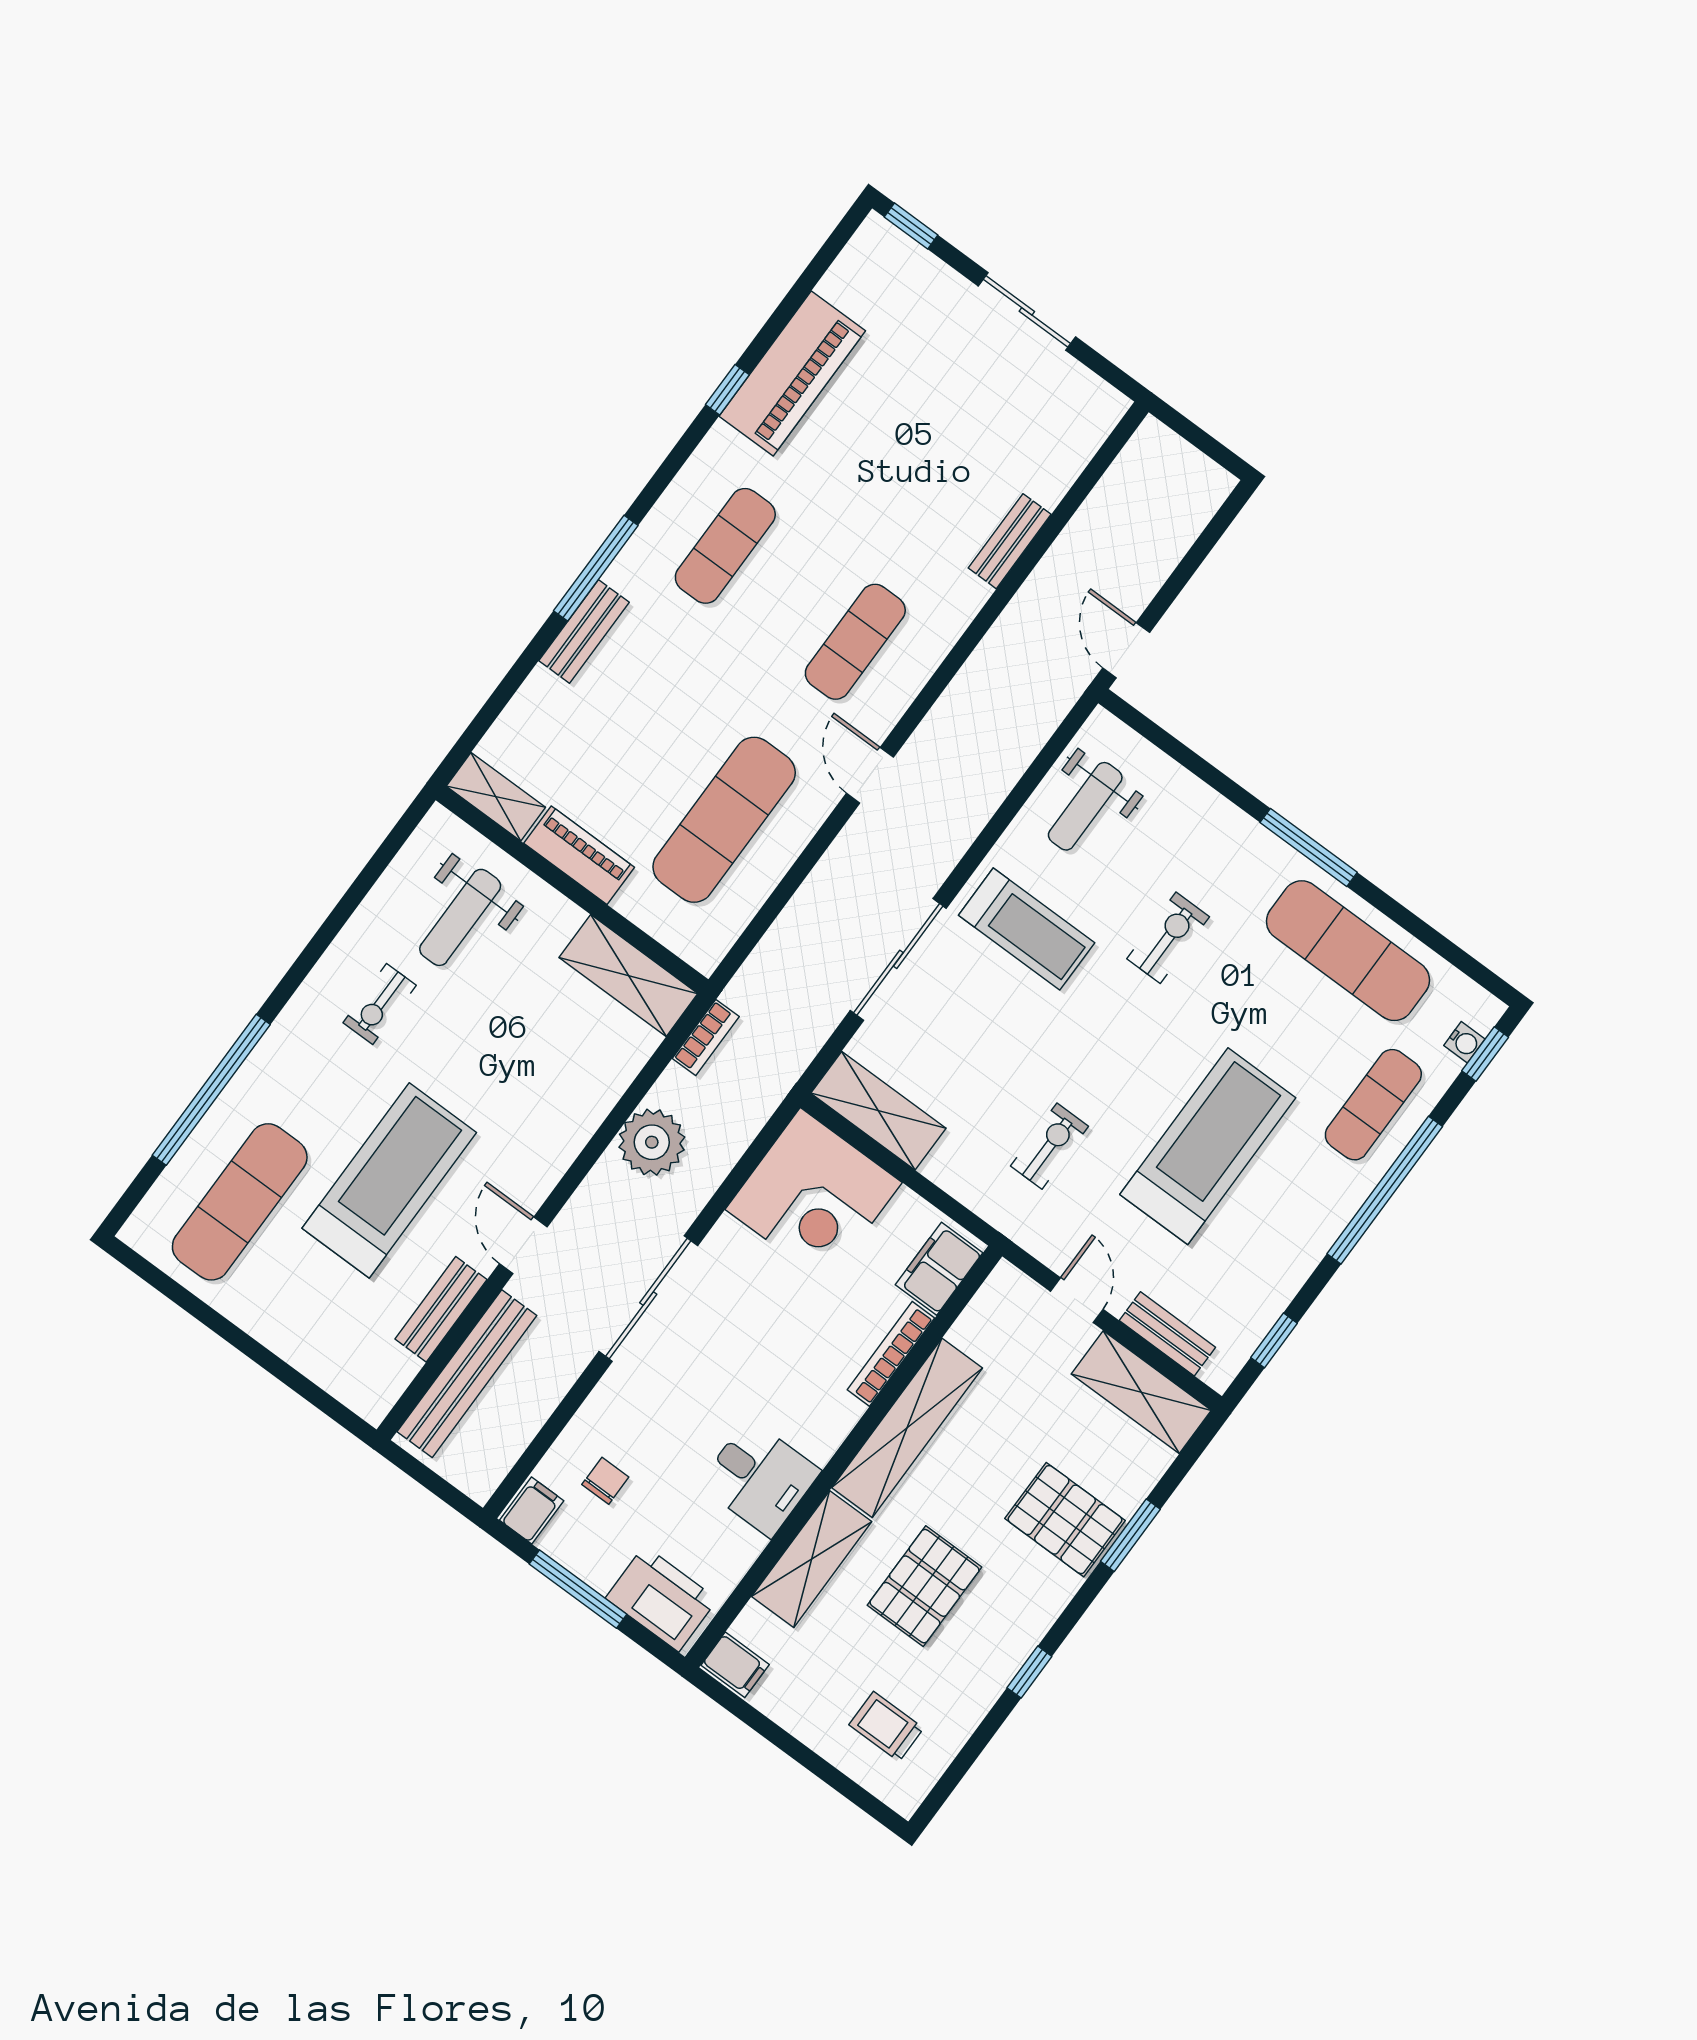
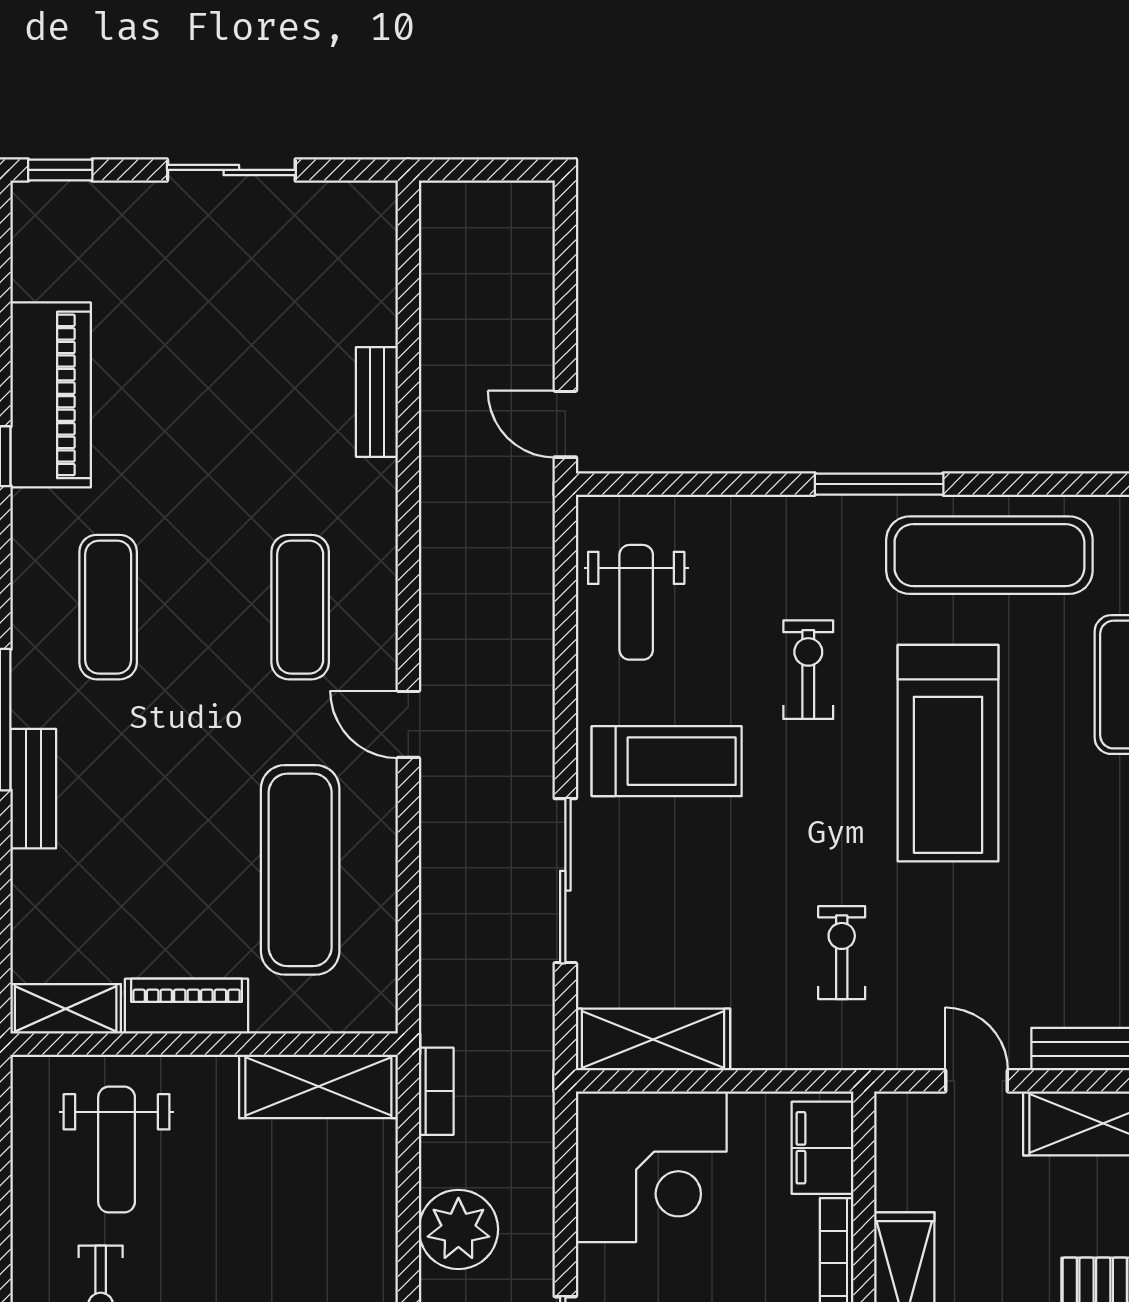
treadmill: (1208, 1146) -> (948, 753), moved, turned 180

